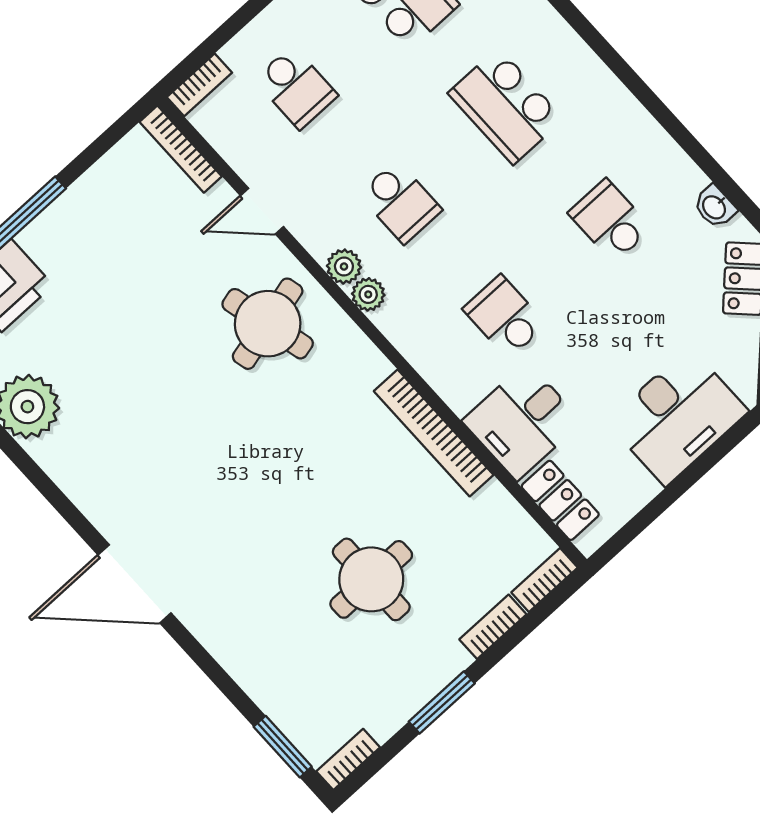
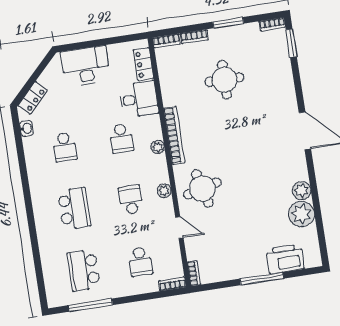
school desk: (296, 87) -> (140, 261), turned 180
bookcase: (181, 149) -> (194, 273), width x0.64
plant: (368, 294) -> (158, 147), moved
bookcase: (434, 433) -> (174, 135), moved
plant: (60, 456) -> (302, 190), added

